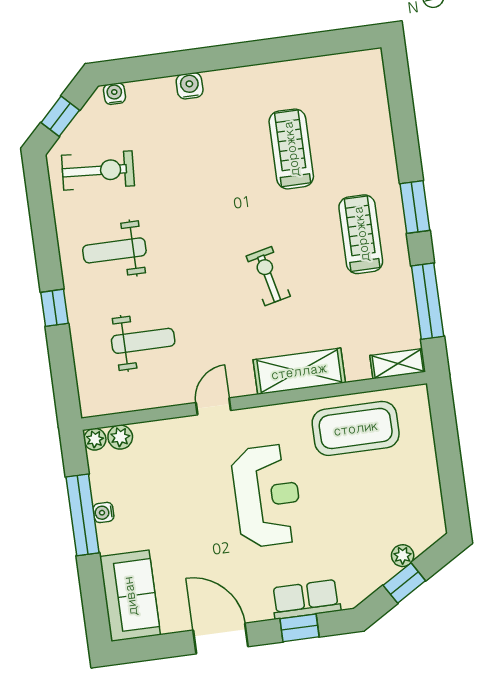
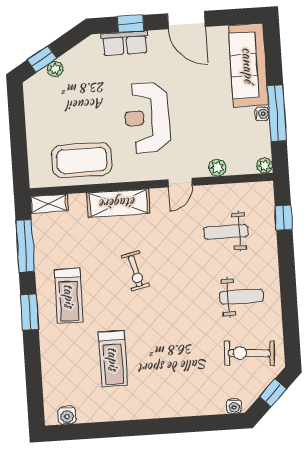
water cooler: (190, 86) -> (67, 415), moved
window: (55, 308) -> (284, 218), moved
plant: (120, 437) -> (217, 168), moved
window: (404, 583) -> (42, 59), moved
sofa: (130, 596) -> (248, 65), width x1.36

